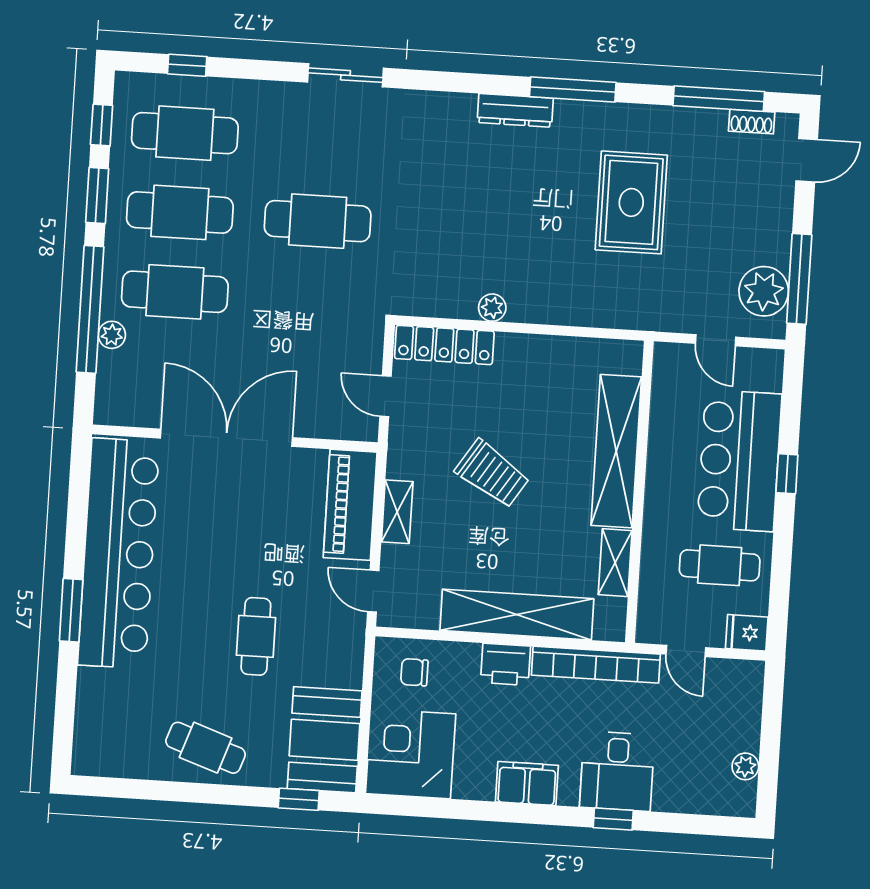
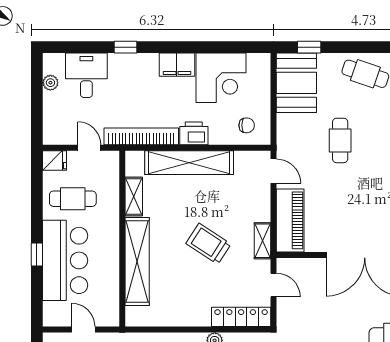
shelving: (397, 512) -> (262, 241), moved
corner desk: (411, 754) -> (221, 78), moved
desk: (617, 771) -> (86, 75), moved

